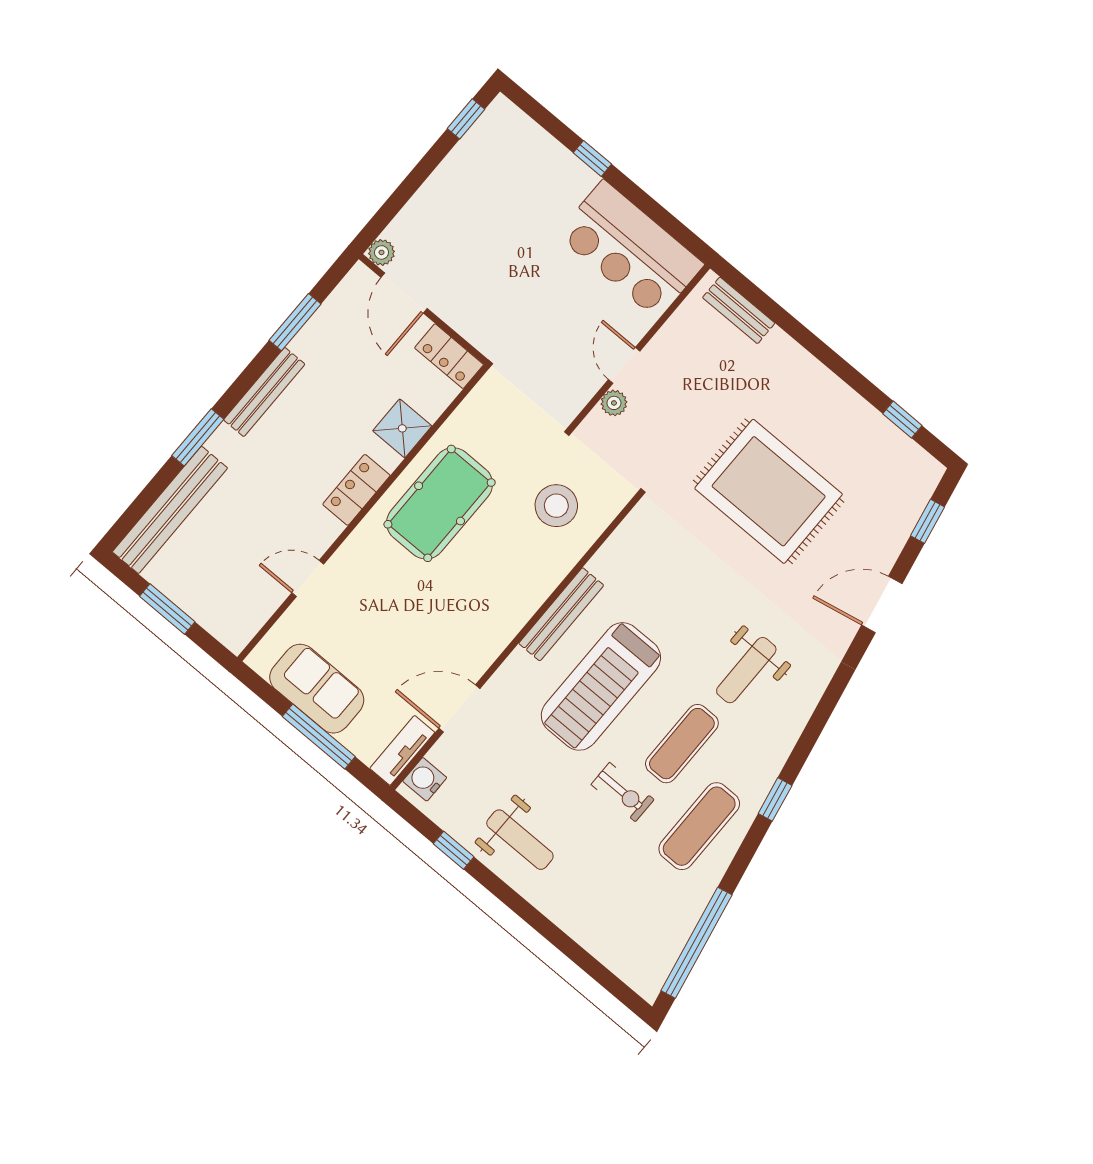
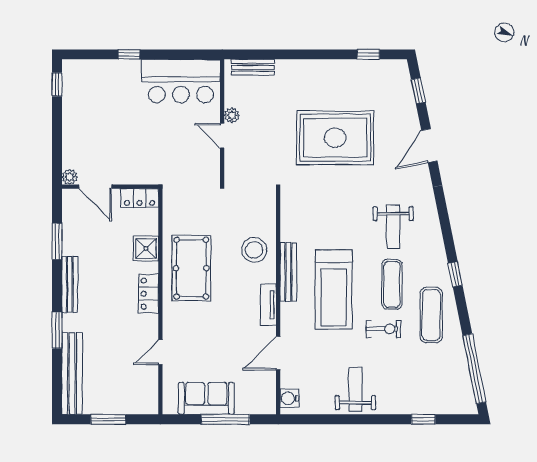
plant: (614, 403) -> (232, 115), moved
stool: (556, 506) -> (254, 250), moved
tv unit: (402, 750) -> (268, 305), moved
weight bench: (520, 840) -> (355, 389), turned -90
window: (454, 850) -> (423, 419), moved

